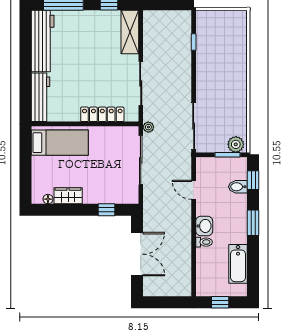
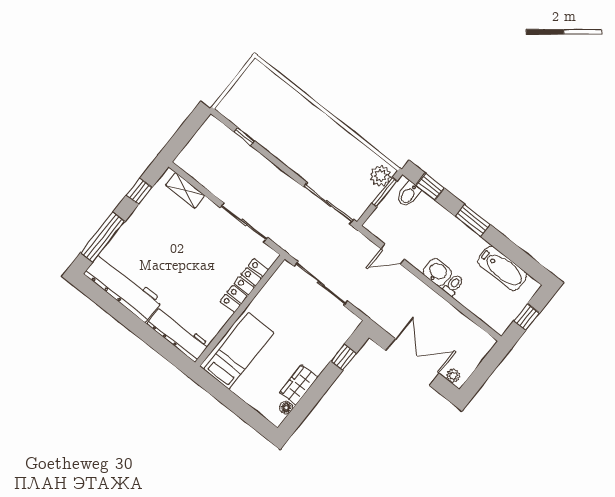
shelving: (130, 32) -> (185, 190), width x0.67, depth x0.75
plant: (148, 127) -> (453, 376), moved
bidet: (238, 187) -> (409, 194), moved

